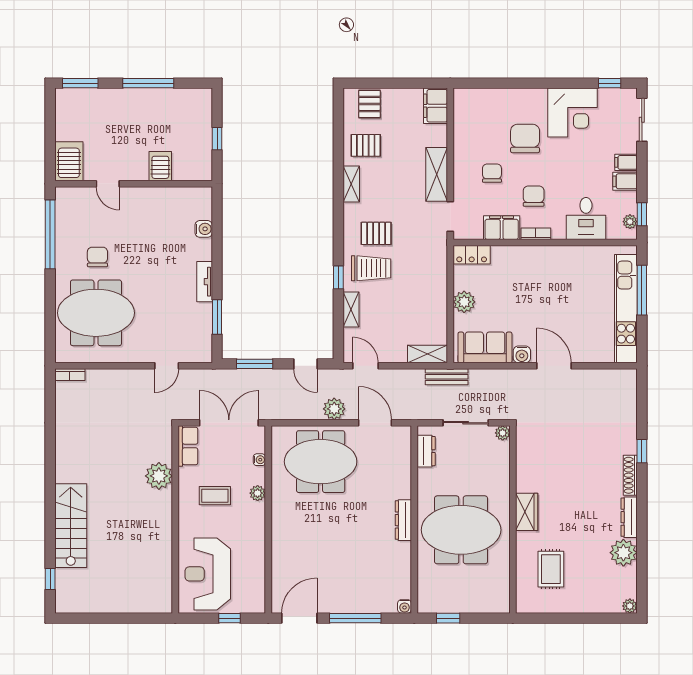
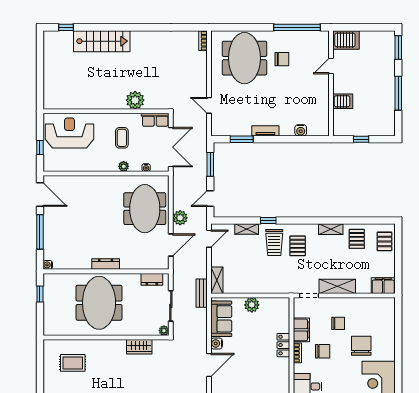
pallet: (369, 104) -> (384, 241), turned 90
chair: (525, 138) -> (361, 346), turned -90
locker: (472, 255) -> (283, 345), moved
wardrobe: (527, 512) -> (139, 347), moved

